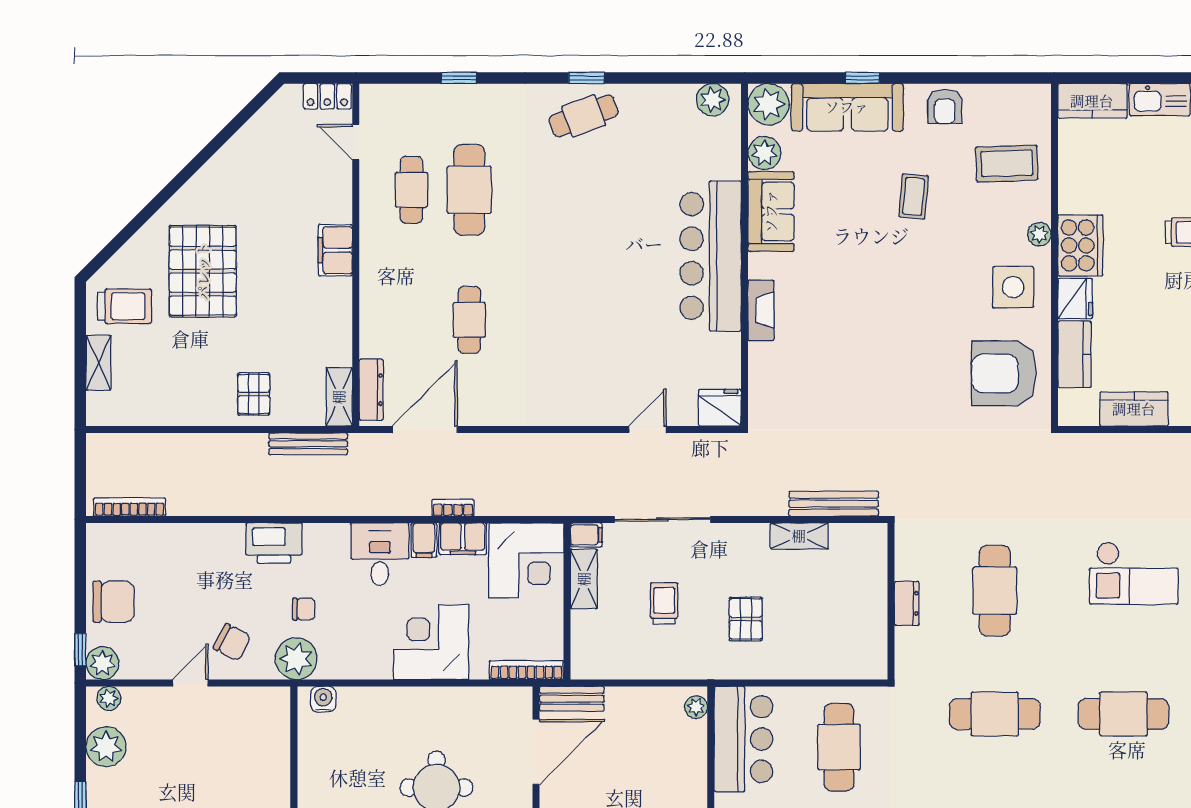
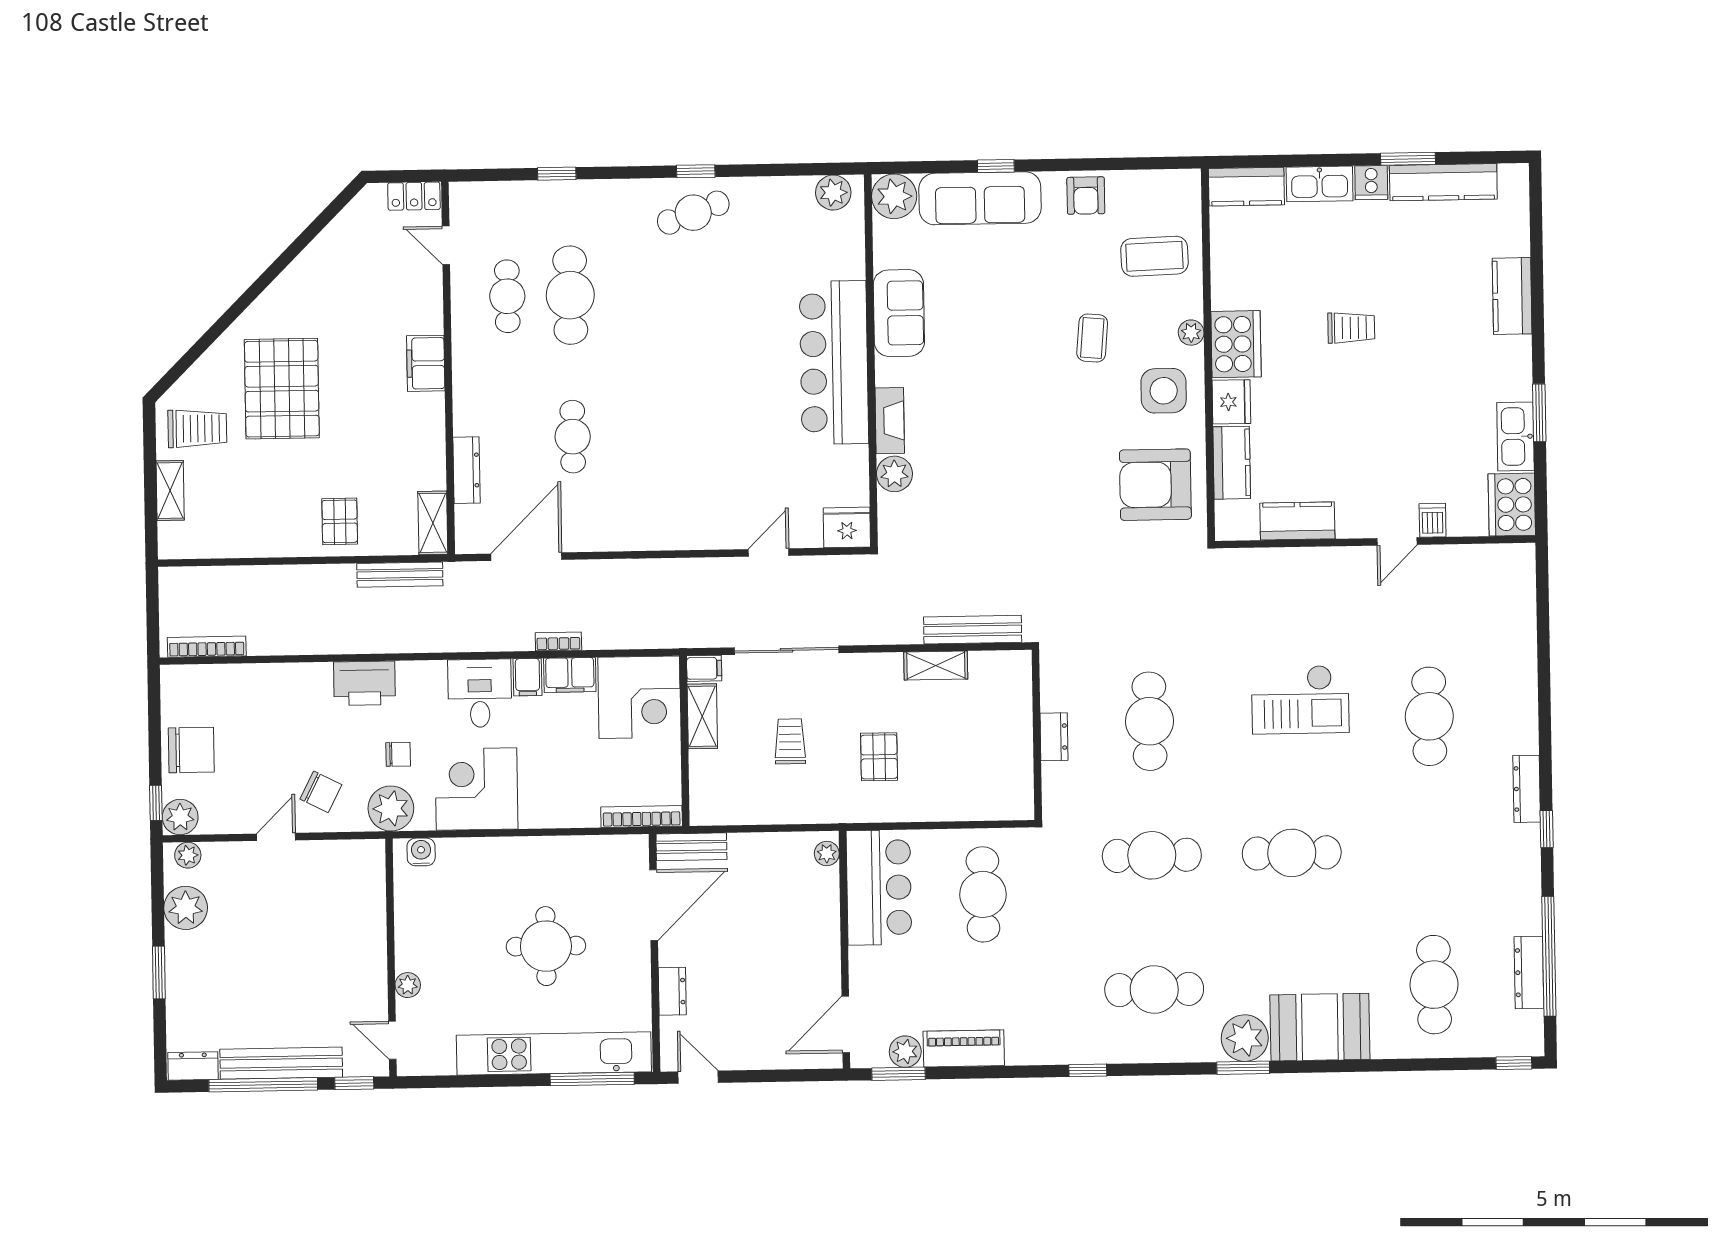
plant: (764, 153) -> (894, 474), moved
coffee table: (914, 196) -> (1092, 338), moved
dresser: (371, 390) -> (467, 470), moved
corner desk: (431, 642) -> (477, 789), moved

